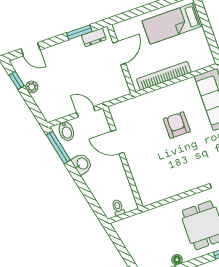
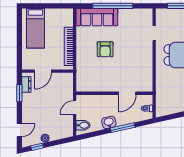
door: (119, 53) -> (43, 71), swing flipped
armchair: (177, 125) -> (105, 49), turned -90
door: (118, 142) -> (127, 93), moved
window: (58, 147) -> (123, 128), moved

